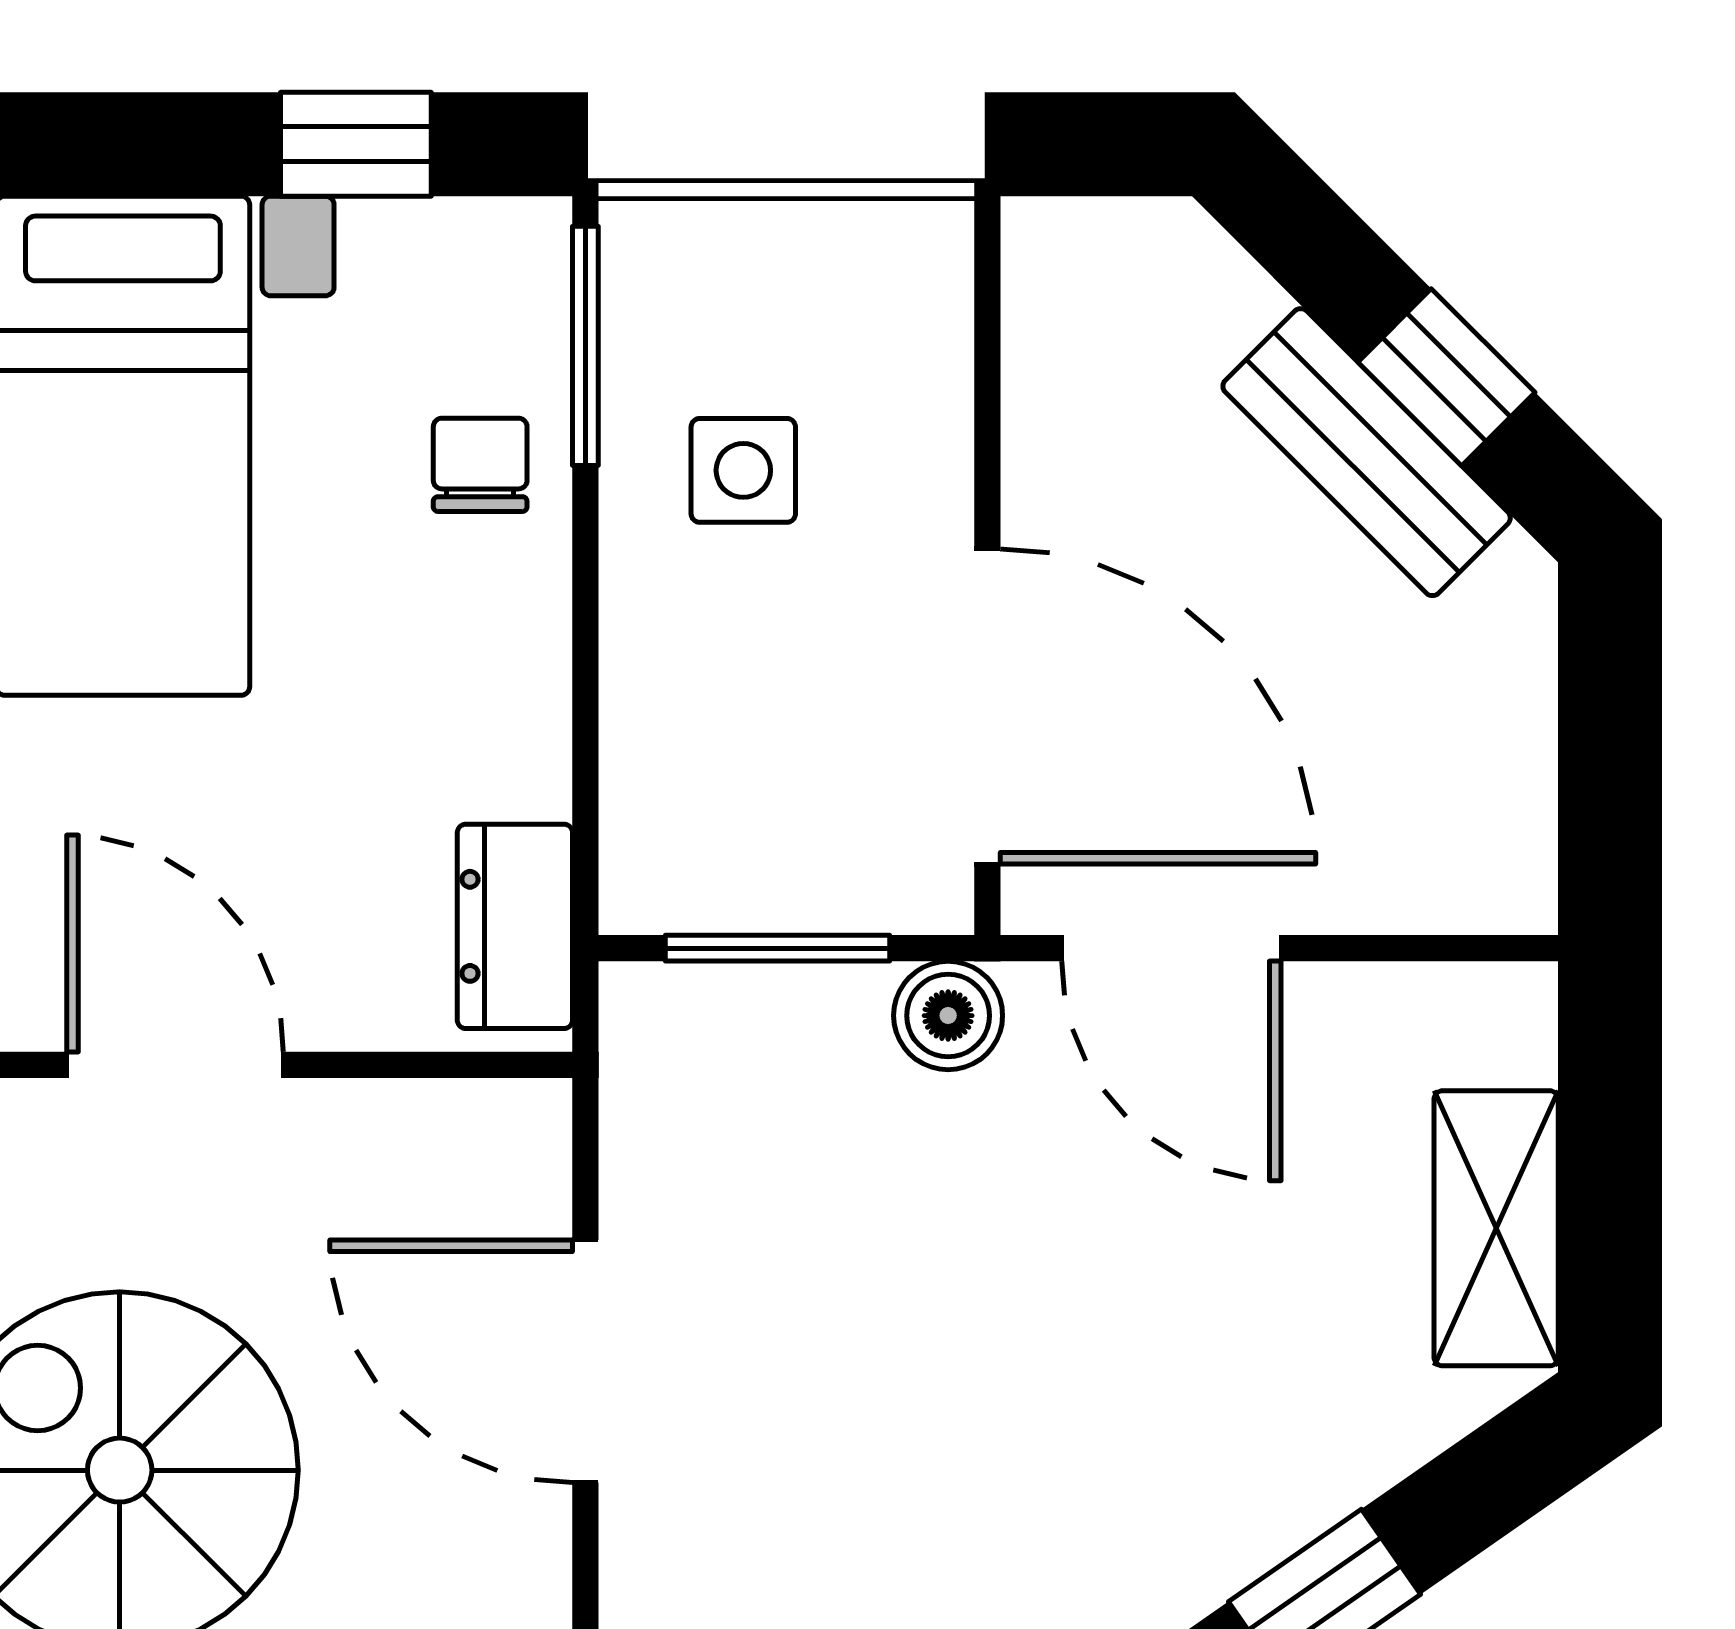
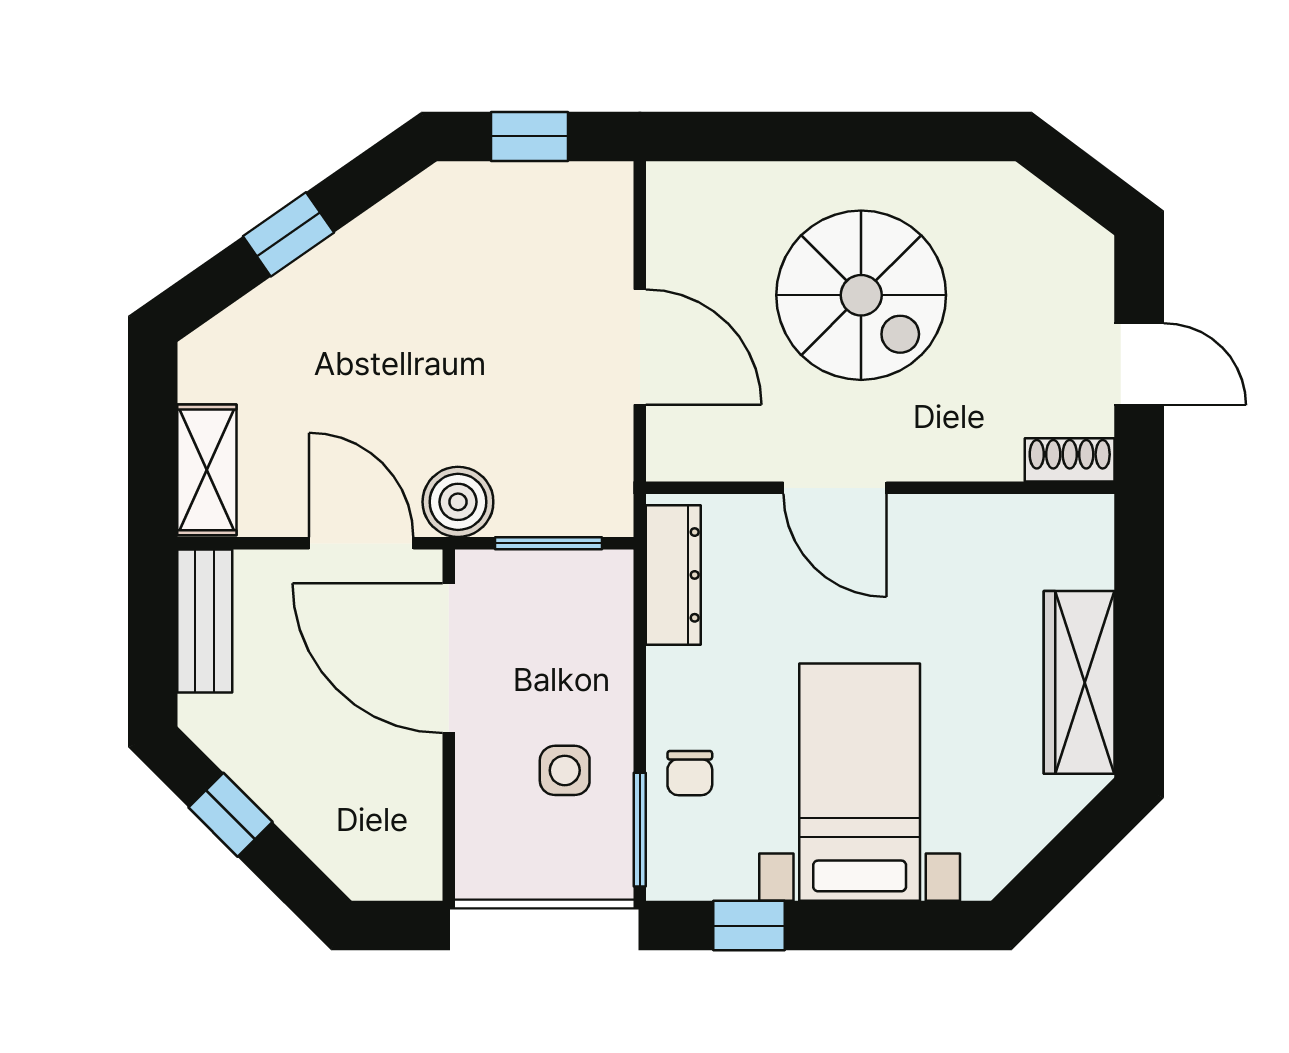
bench: (1367, 452) -> (205, 621), moved, turned 45
dresser: (515, 926) -> (673, 575), width x1.44
boiler: (948, 1016) -> (458, 502), width x1.36, depth x1.36
shelving: (1496, 1228) -> (207, 470), moved

